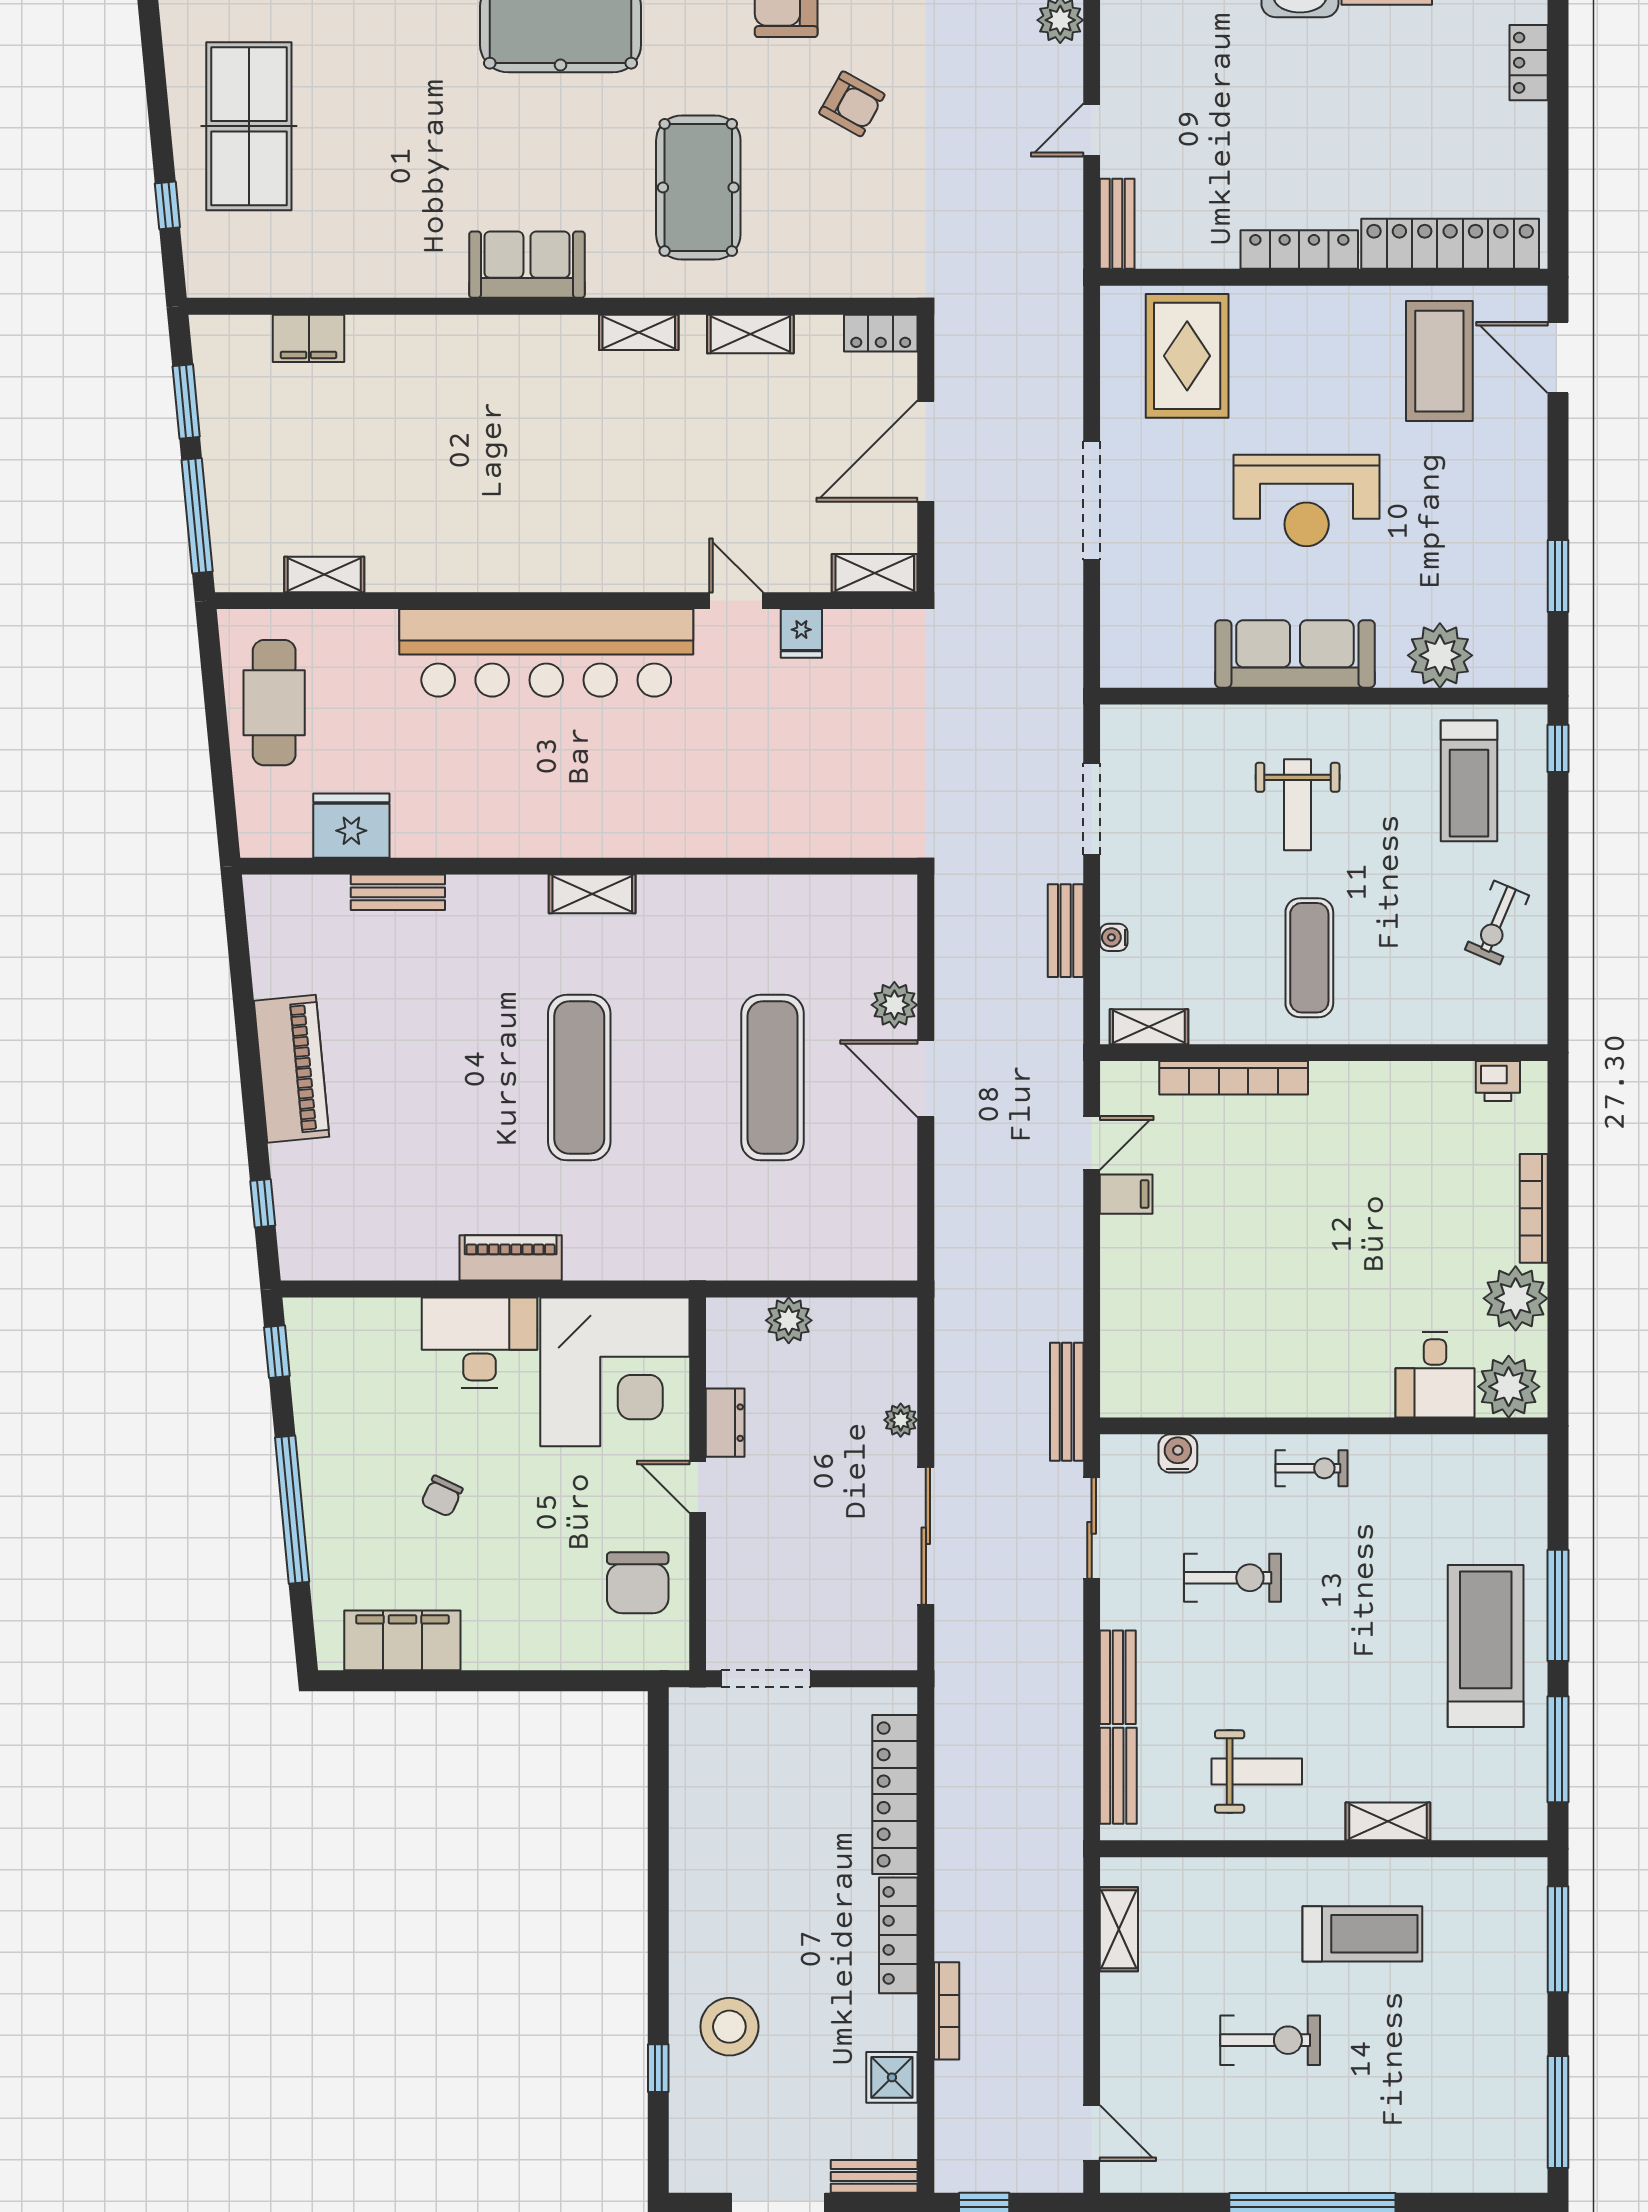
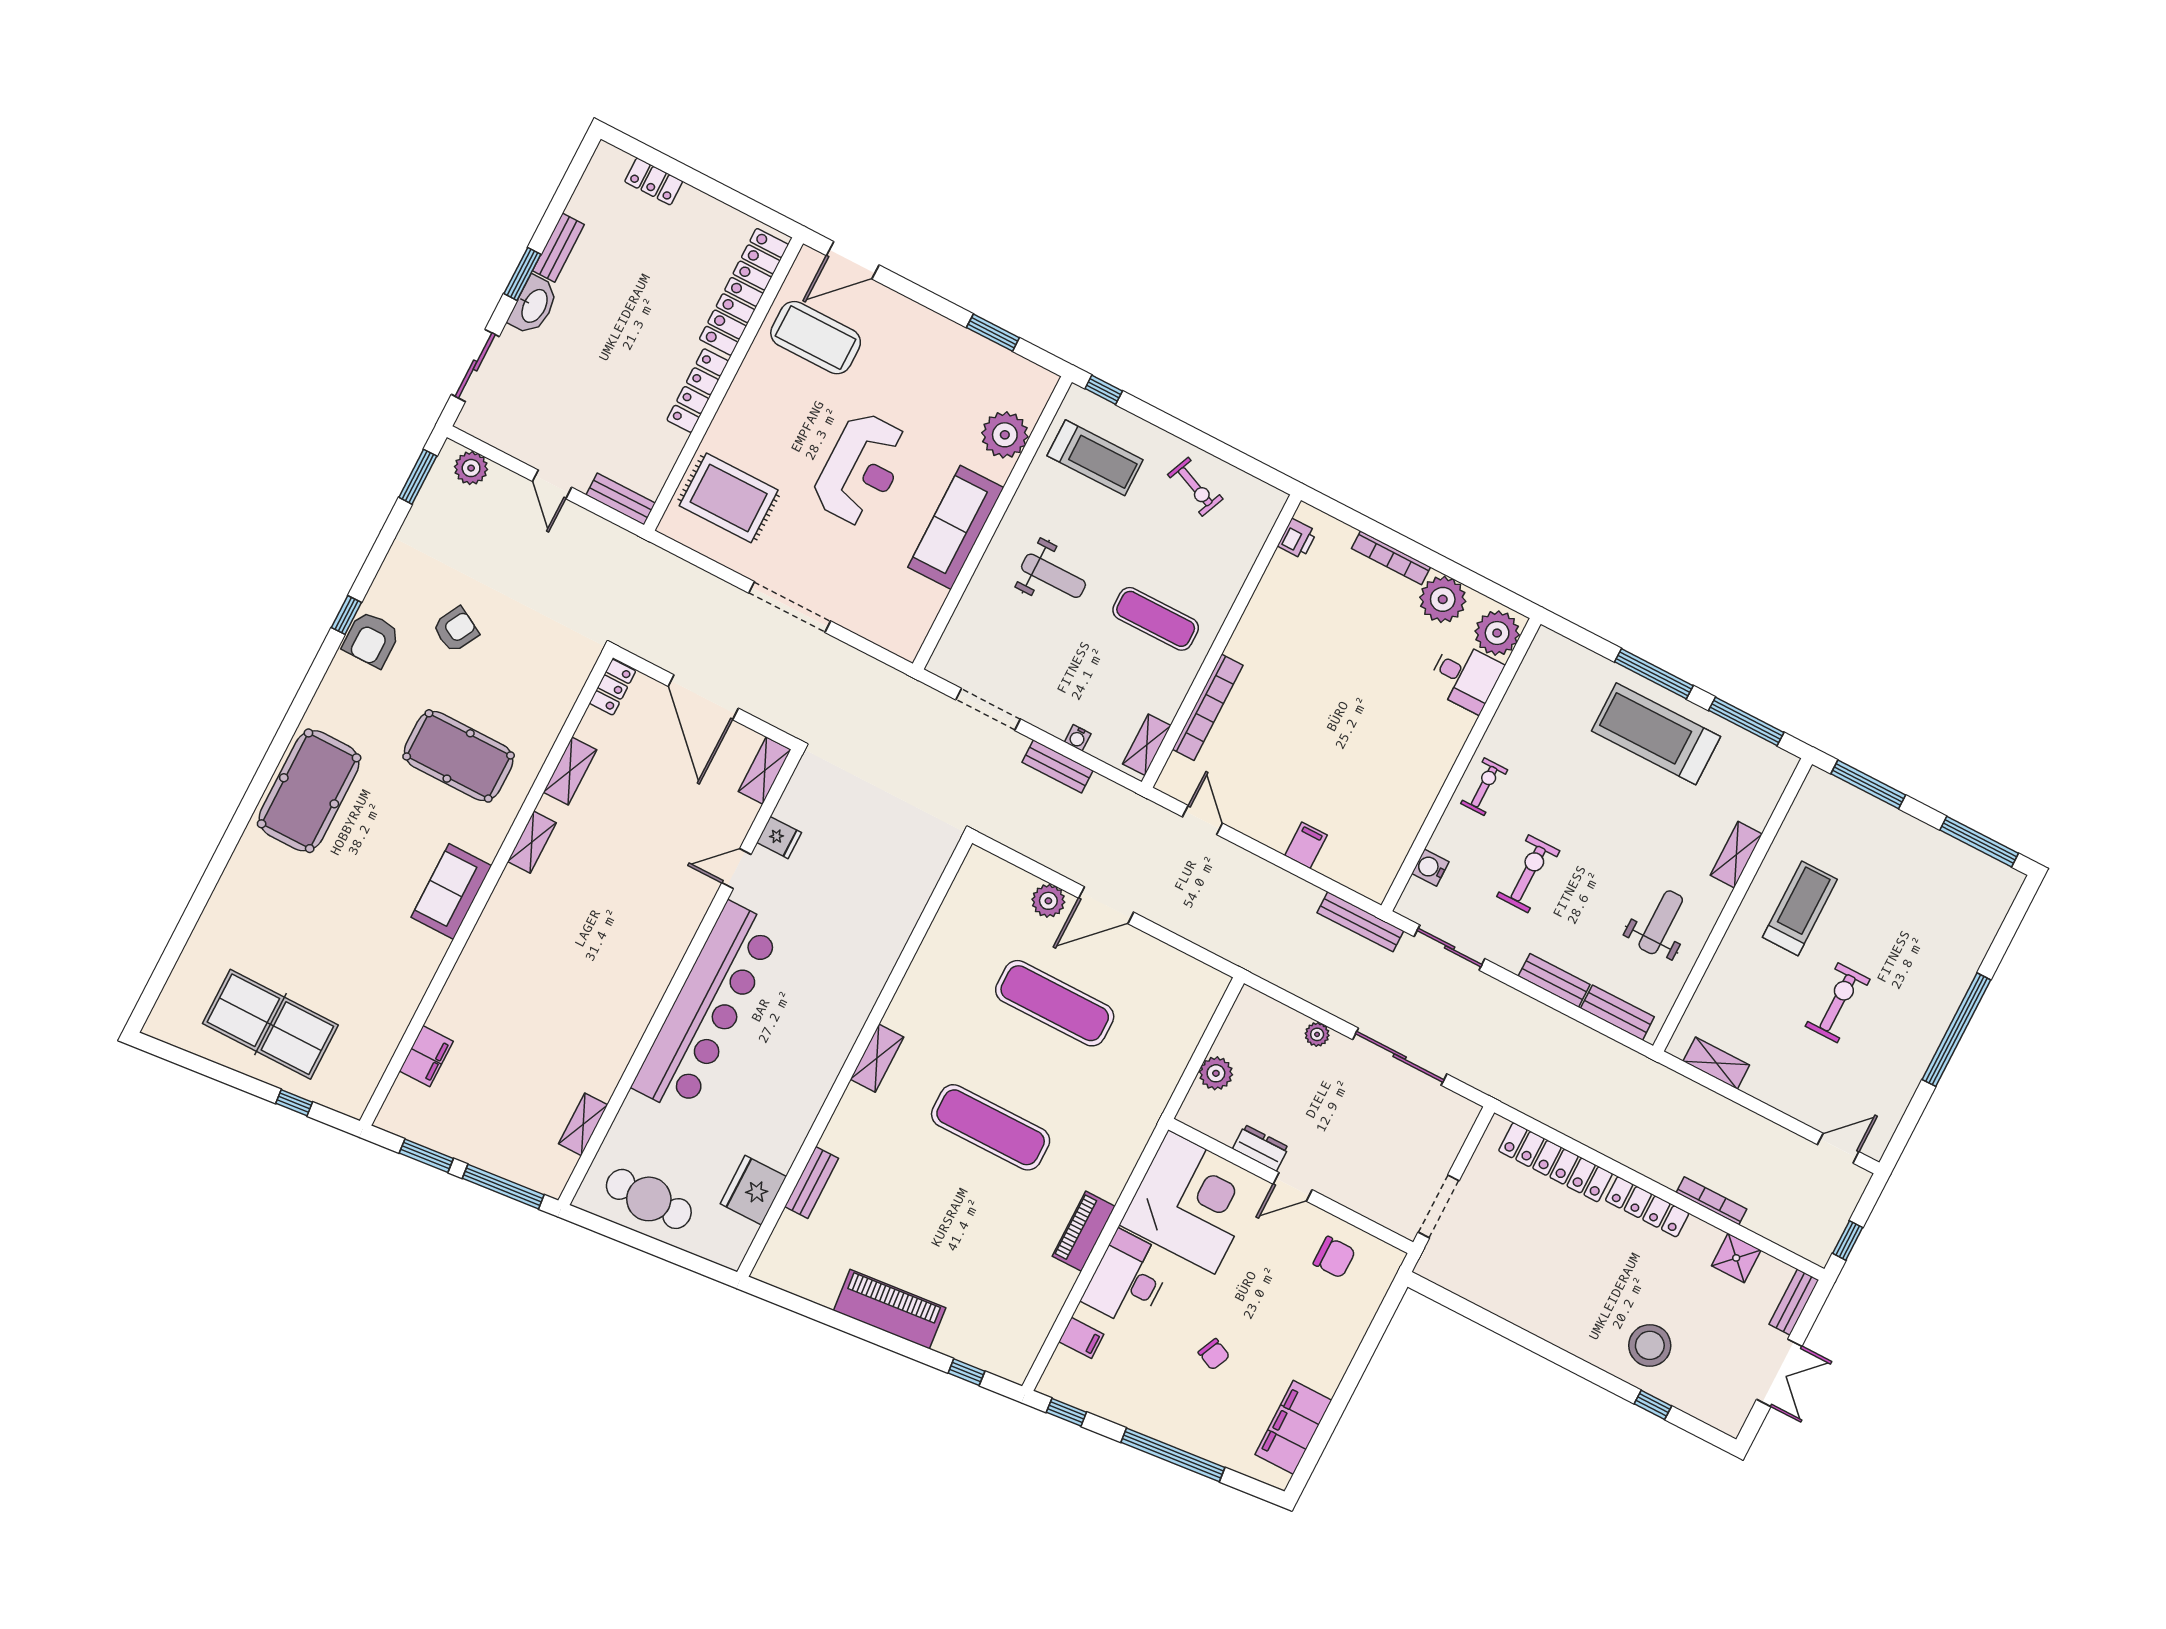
filing cabinet: (1126, 1194) -> (1306, 845), moved
filing cabinet: (378, 1323) -> (1081, 1338), added
chair: (638, 1583) -> (1334, 1257), width x0.73, depth x0.73

